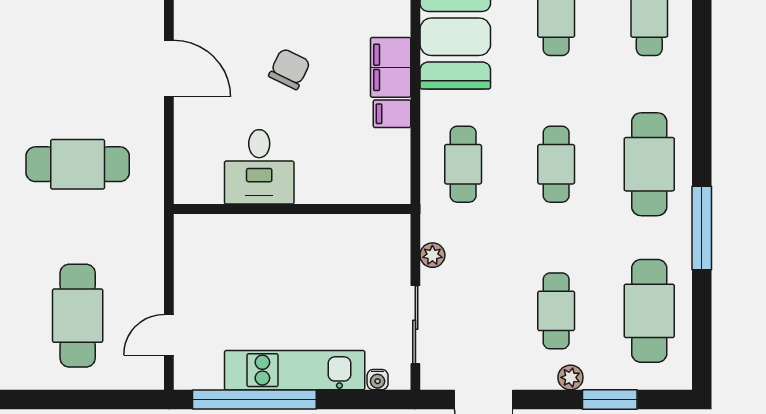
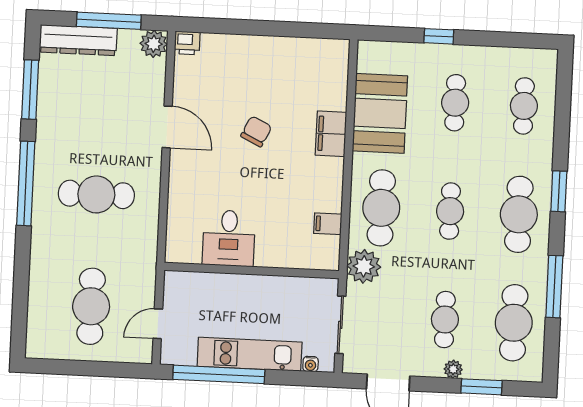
filing cabinet: (392, 114) -> (328, 224), moved
window: (702, 131) -> (559, 191), added
cafe table: (463, 164) -> (381, 208), width x1.37, depth x1.35
desk: (259, 167) -> (229, 238), moved
wall: (292, 209) -> (252, 270), moved
window: (702, 228) -> (554, 287), moved
plant: (432, 255) -> (364, 266), width x1.88, depth x1.88

